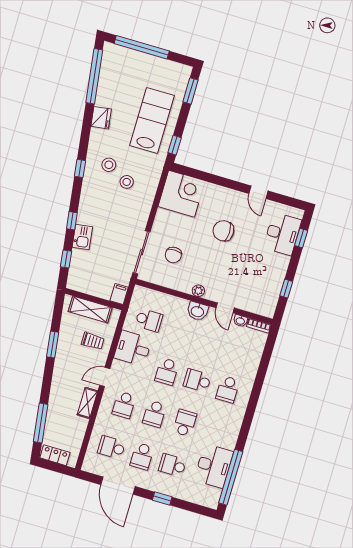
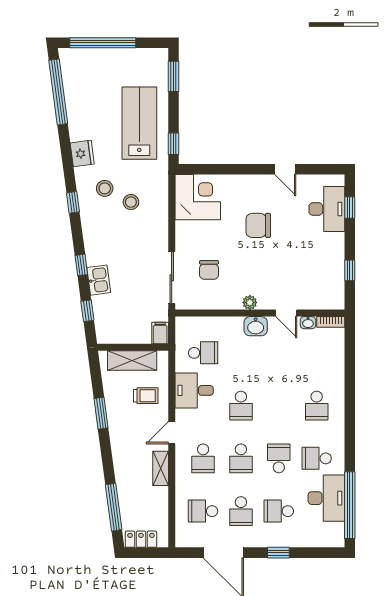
fridge: (101, 118) -> (82, 154), moved
school desk: (197, 380) -> (317, 458), moved

